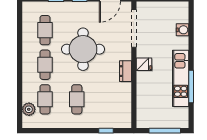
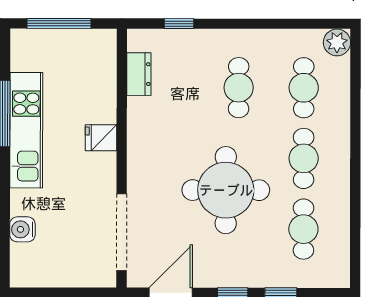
fridge: (144, 64) -> (101, 138), moved
dresser: (126, 71) -> (139, 74), moved
plant: (29, 109) -> (337, 42), moved

